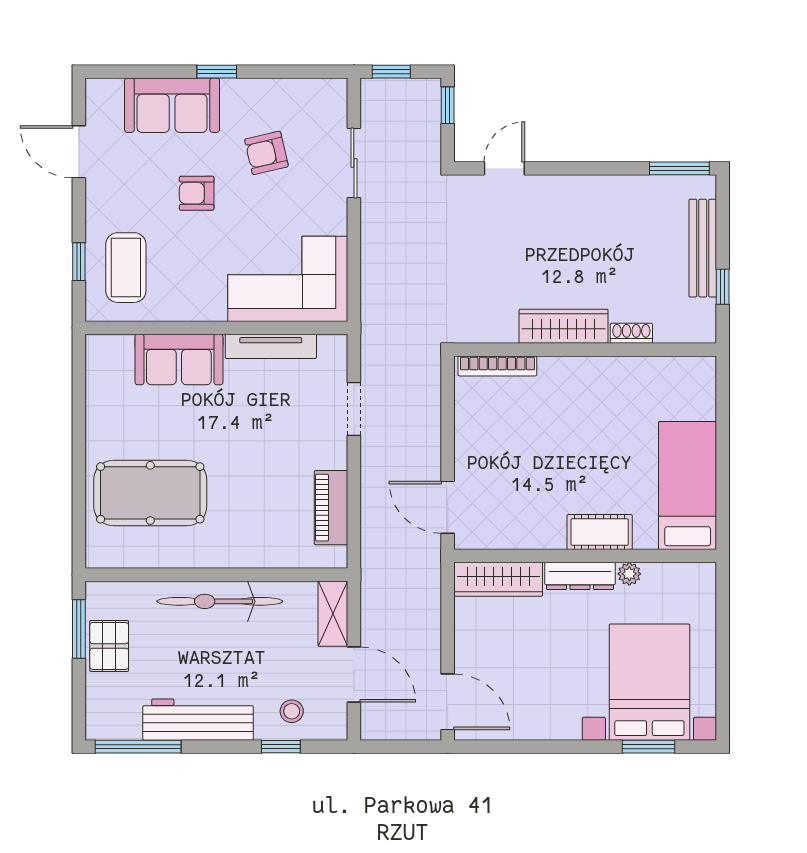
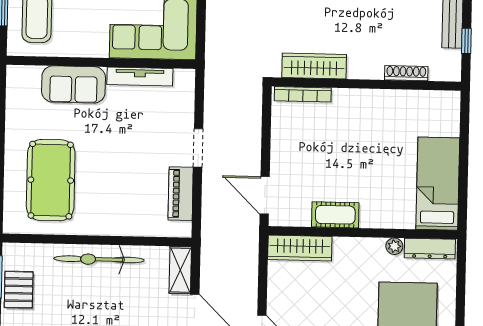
wardrobe: (564, 326) -> (314, 66), moved
shoe rack: (631, 333) -> (406, 73), width x1.43
doorway: (354, 409) -> (198, 148), moved
pool table: (150, 493) -> (51, 180), turned 90
cot: (600, 532) -> (335, 215), moved
dresser: (580, 576) -> (430, 249), moved

